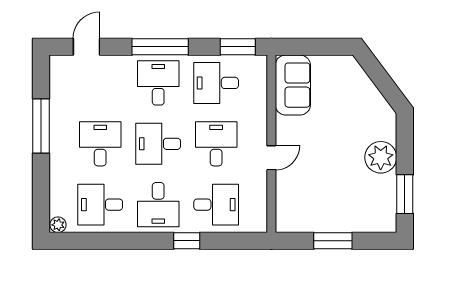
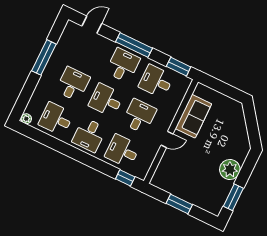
sofa: (293, 85) -> (193, 116), moved
desk: (216, 205) -> (122, 151), turned 180
window: (187, 241) -> (125, 178), moved

